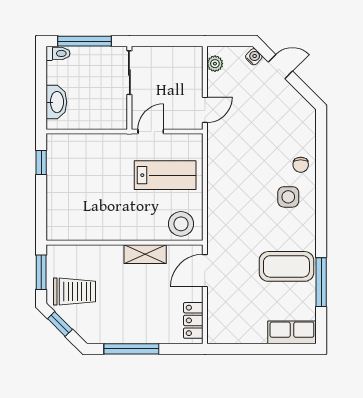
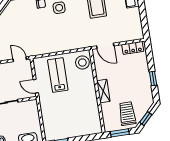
shelving: (145, 254) -> (103, 91), moved
window: (131, 349) -> (153, 79), width x0.46

